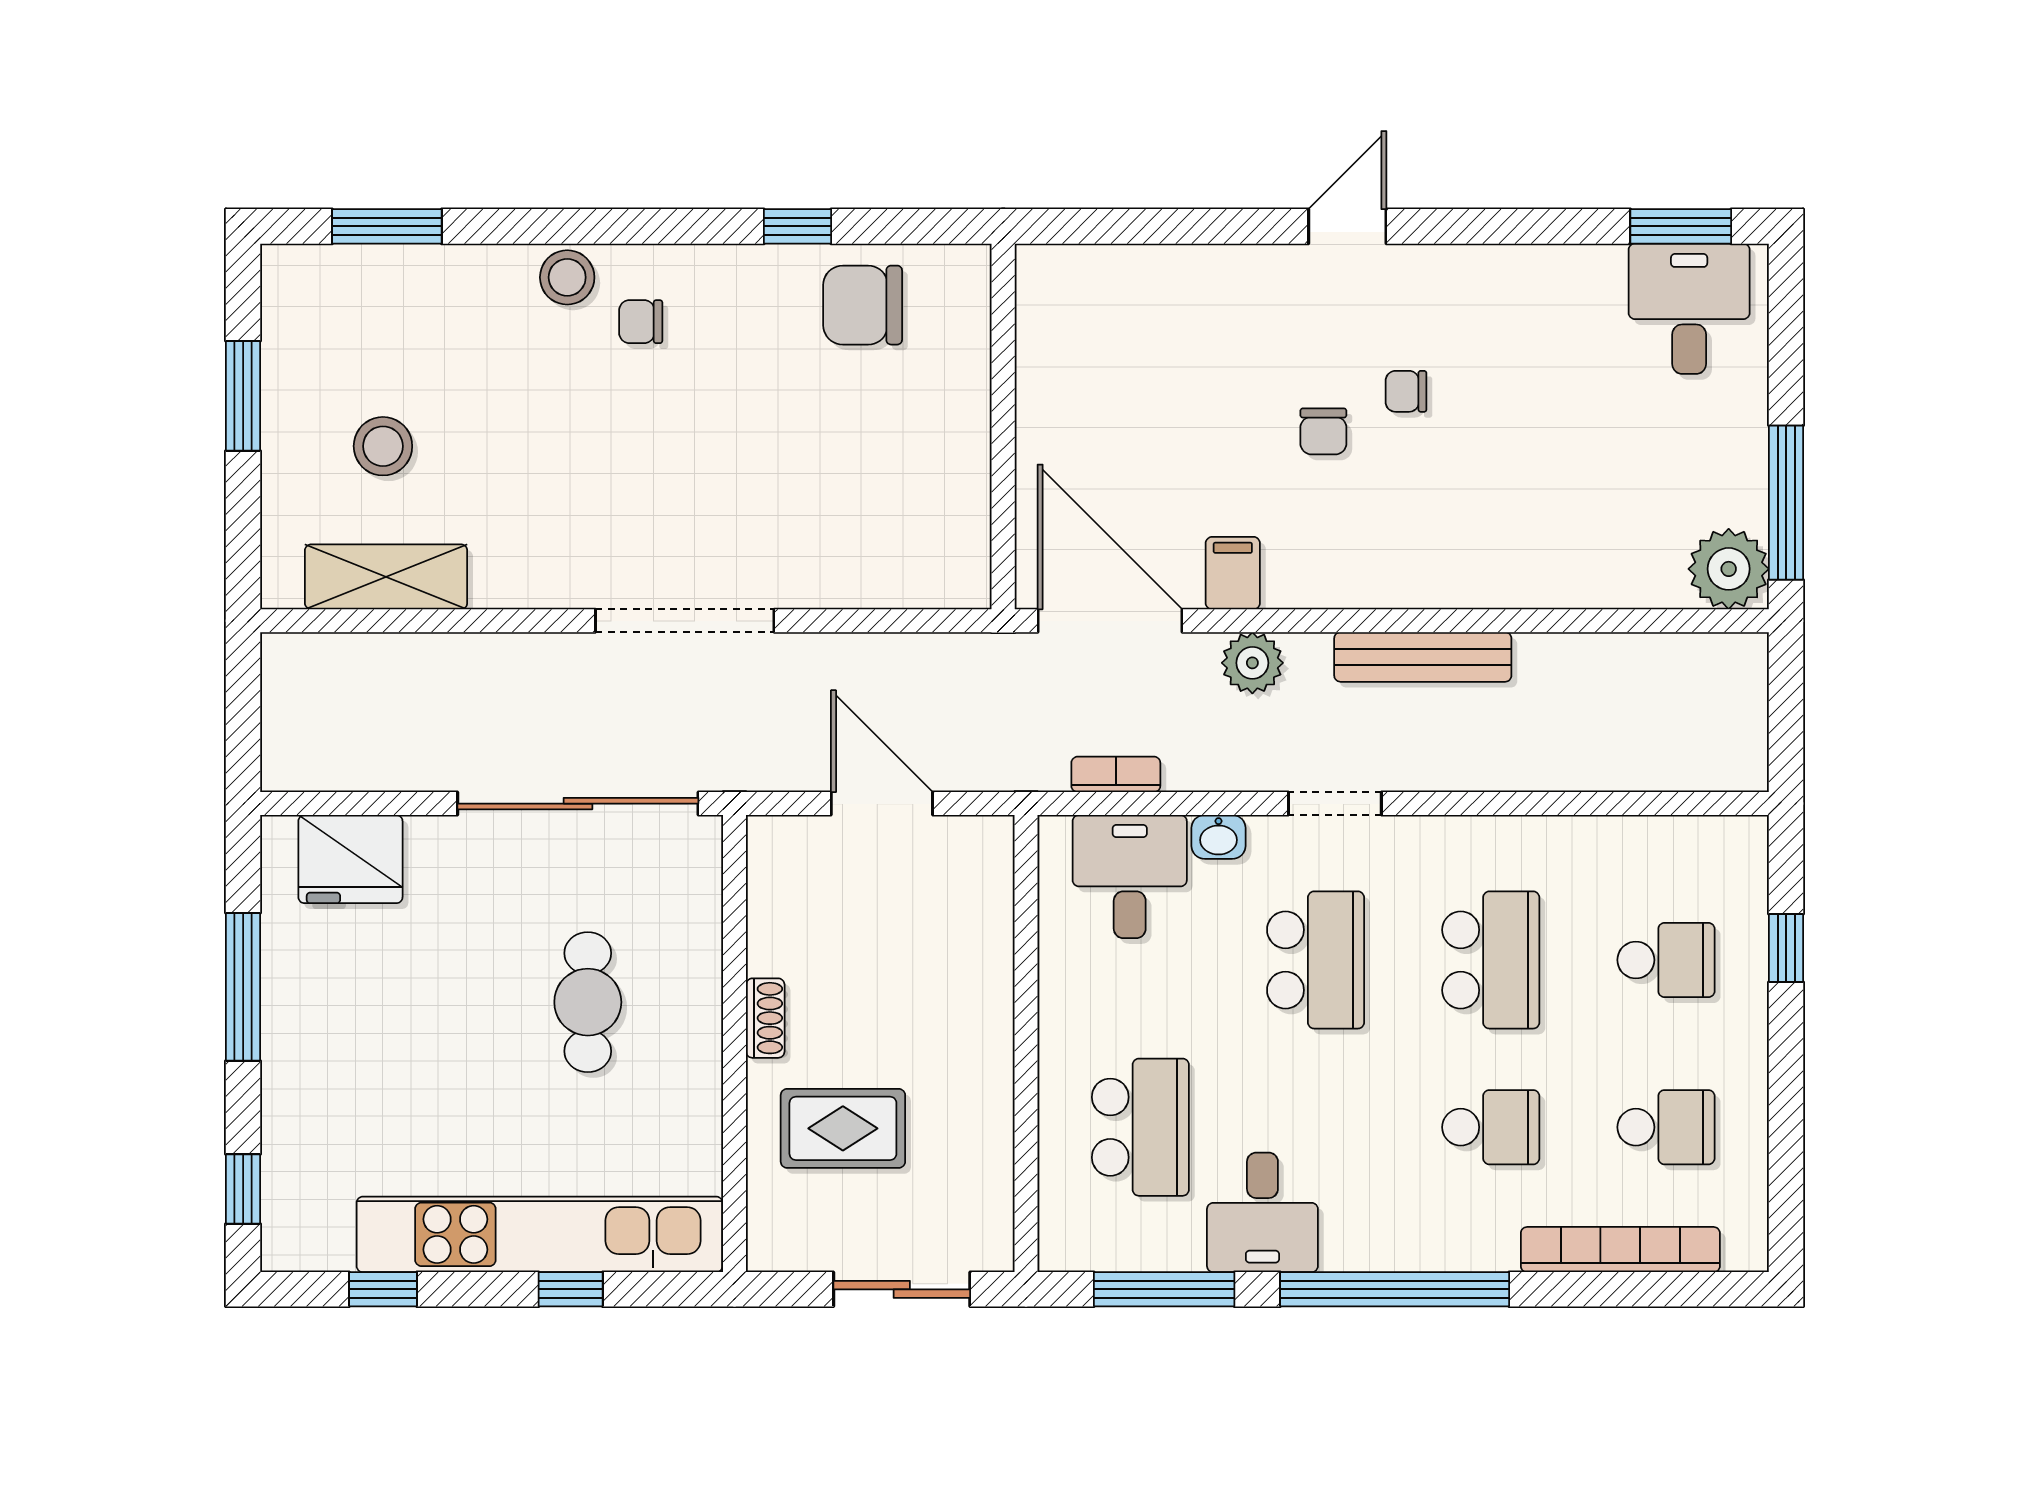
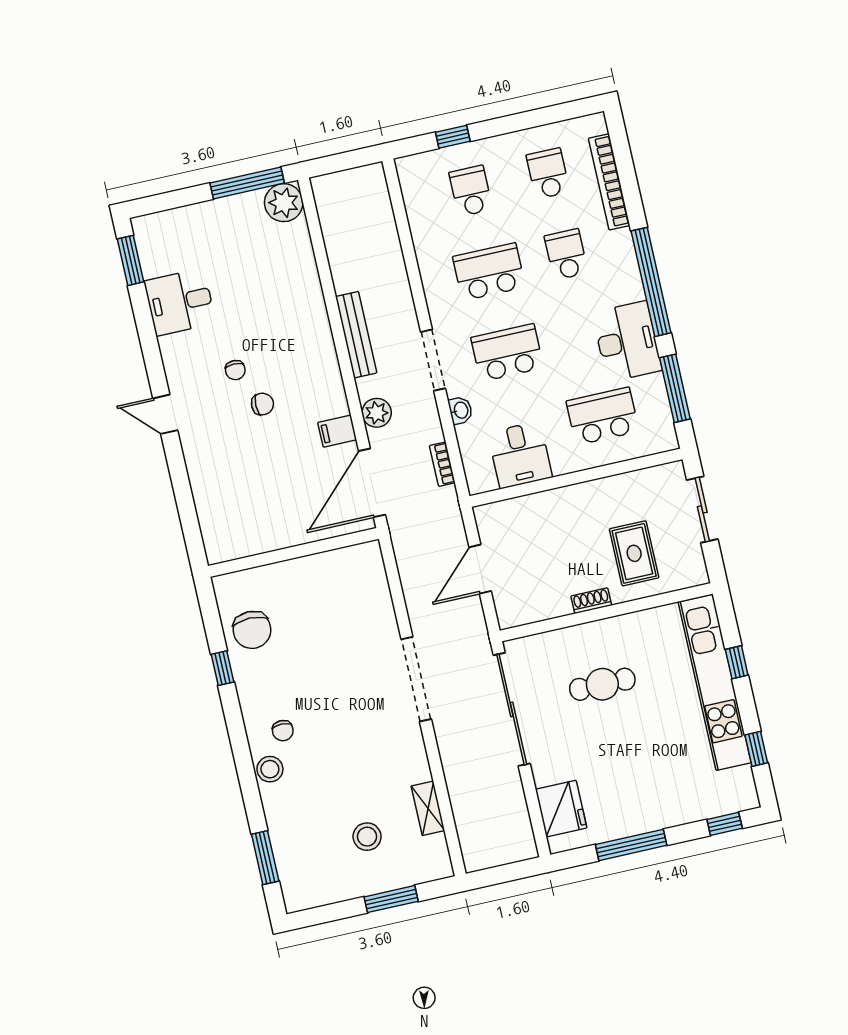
desk: (1689, 309) -> (180, 302), moved
window: (243, 396) -> (391, 899), moved
shelving: (386, 577) -> (428, 808), width x0.67, depth x0.75
doorway: (1335, 804) -> (433, 360), width x1.38
desk: (1130, 877) -> (520, 455), moved, turned -90
desk: (1262, 1212) -> (627, 341), width x1.37

